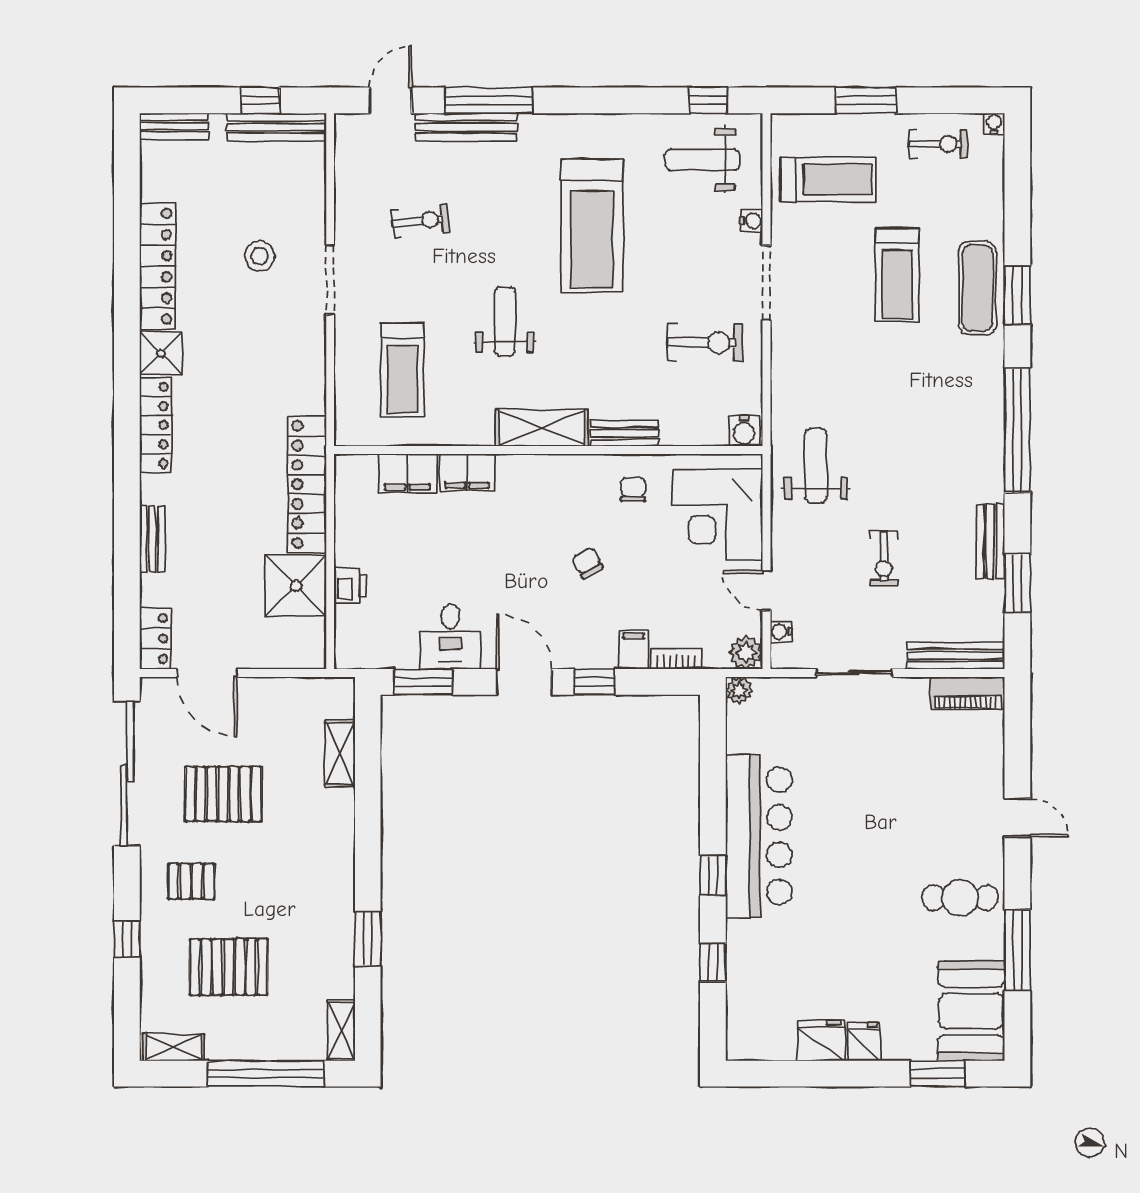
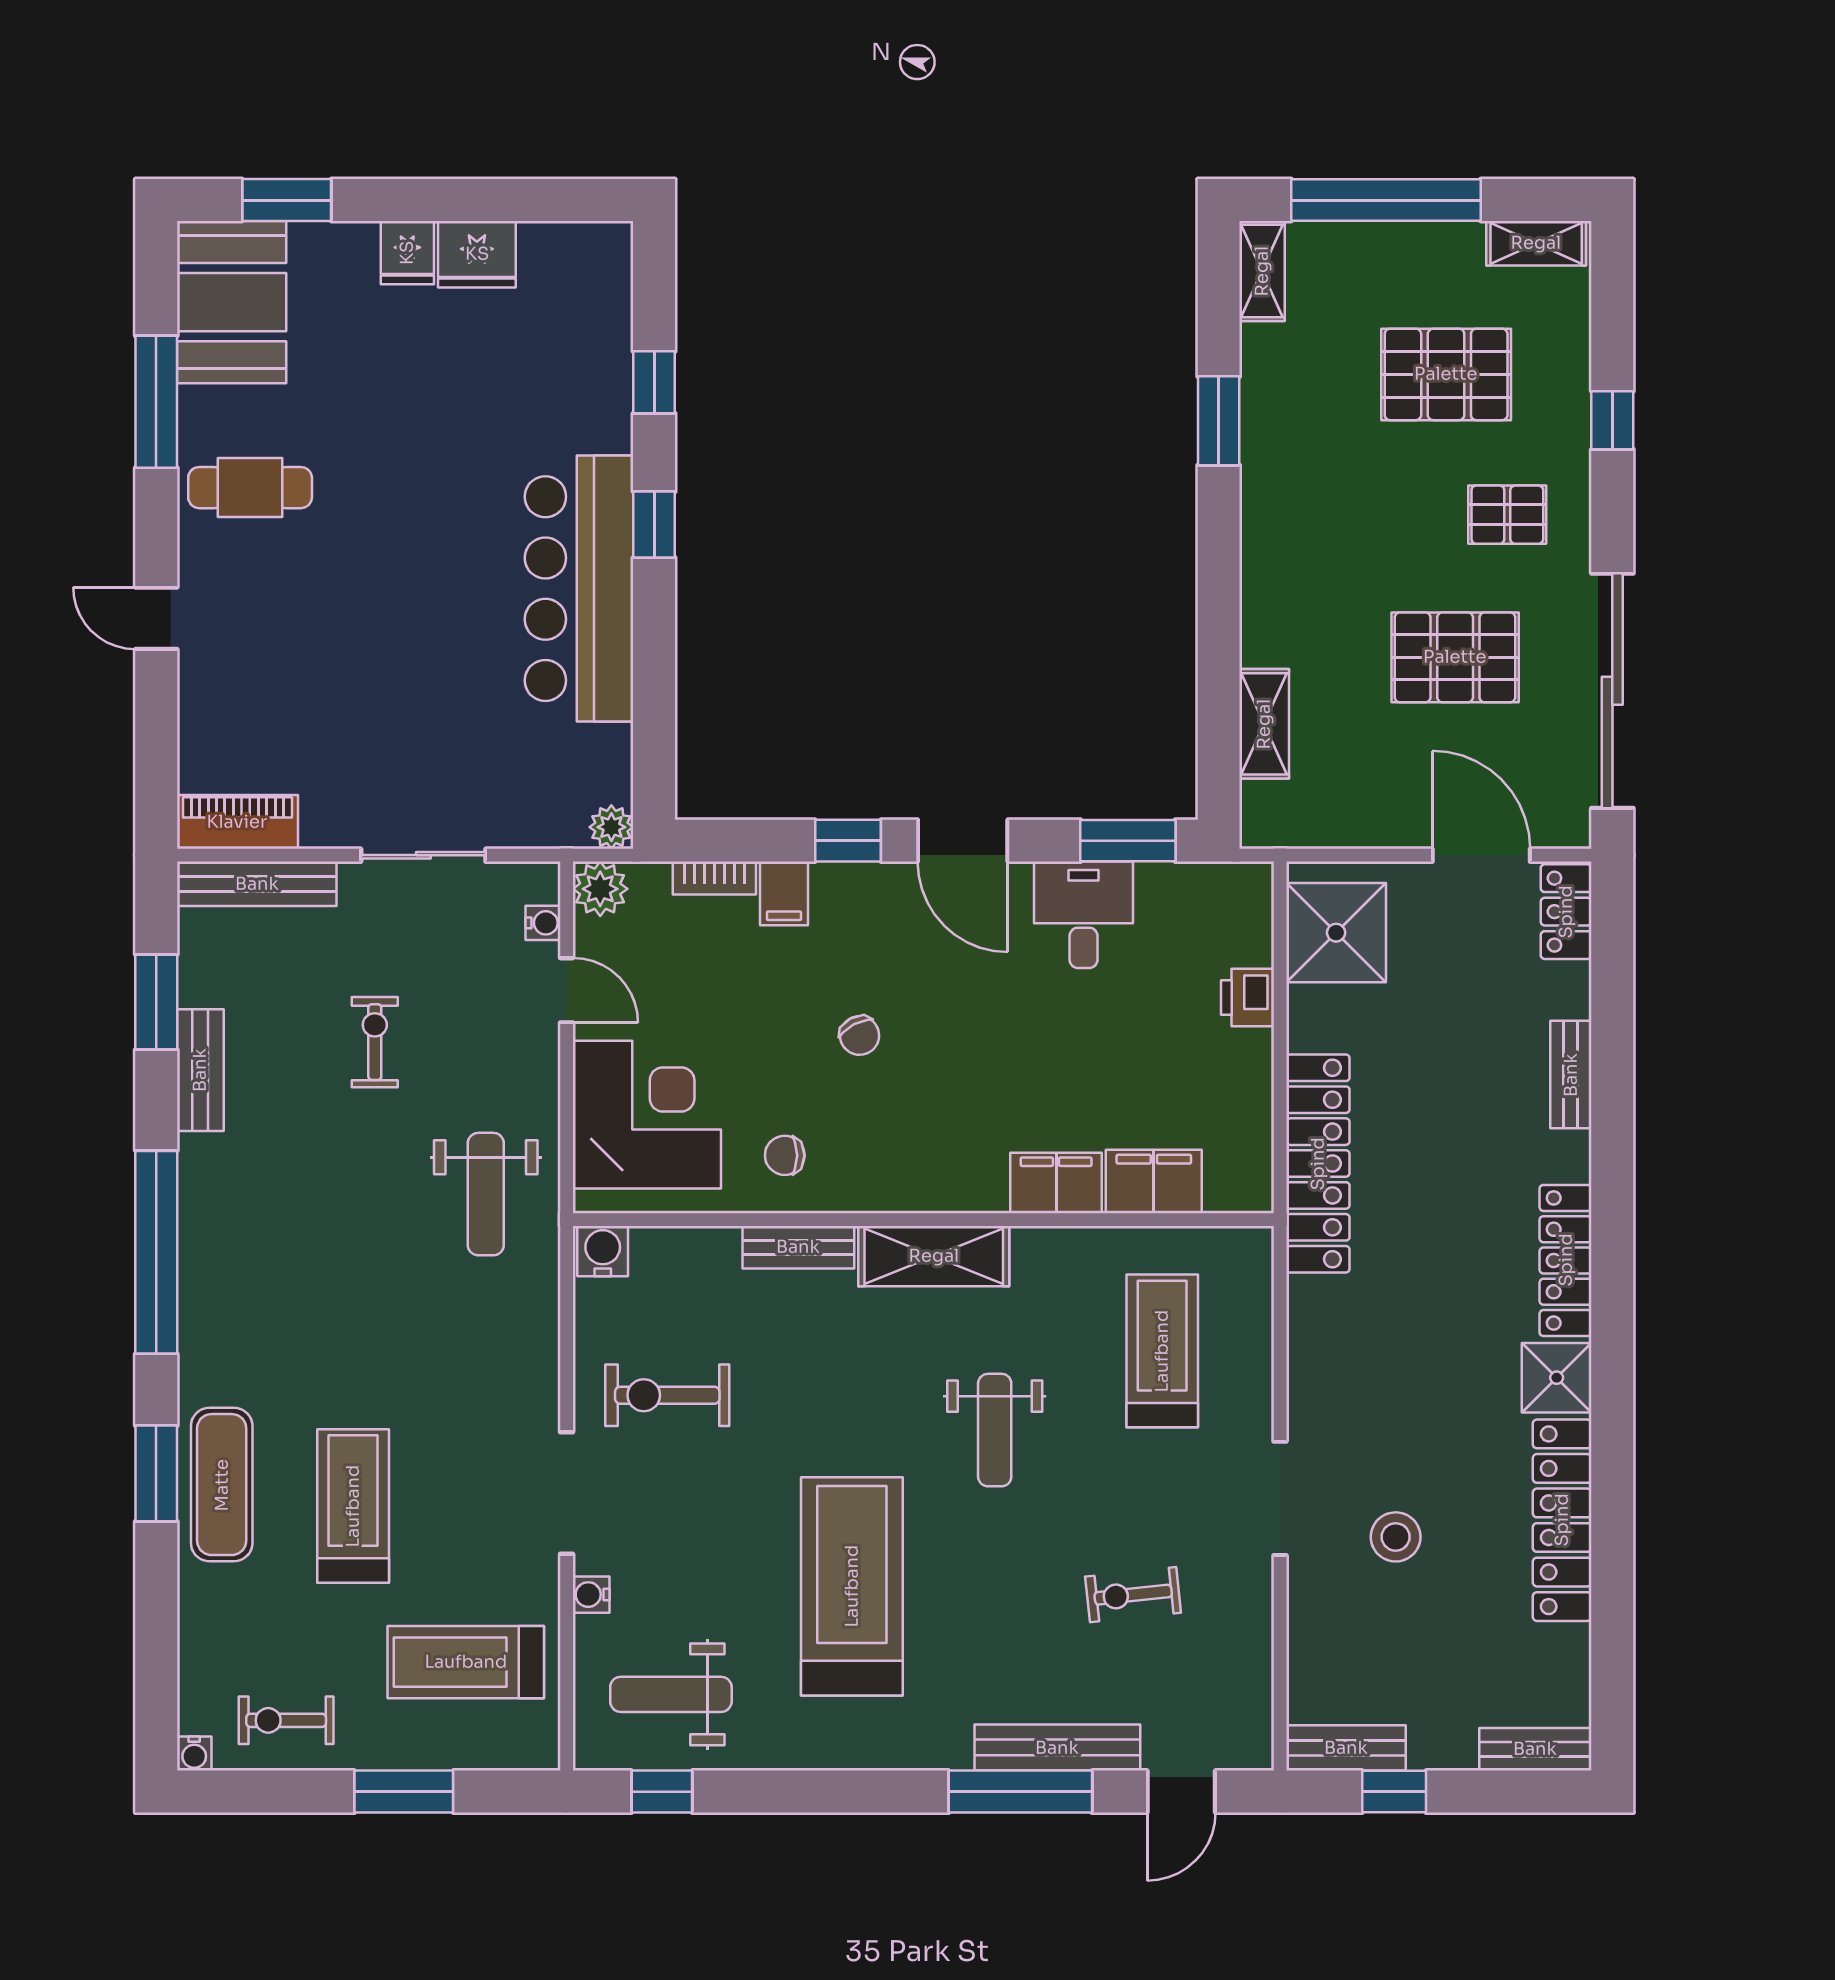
bench: (277, 127) -> (1346, 1748), width x0.73
weight bench: (703, 160) -> (671, 1694), turned 180
chair: (633, 489) -> (785, 1155), turned 90
shower: (296, 586) -> (1336, 933), moved

